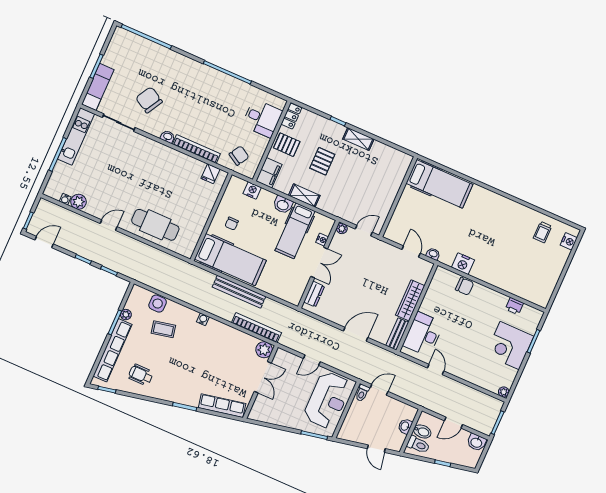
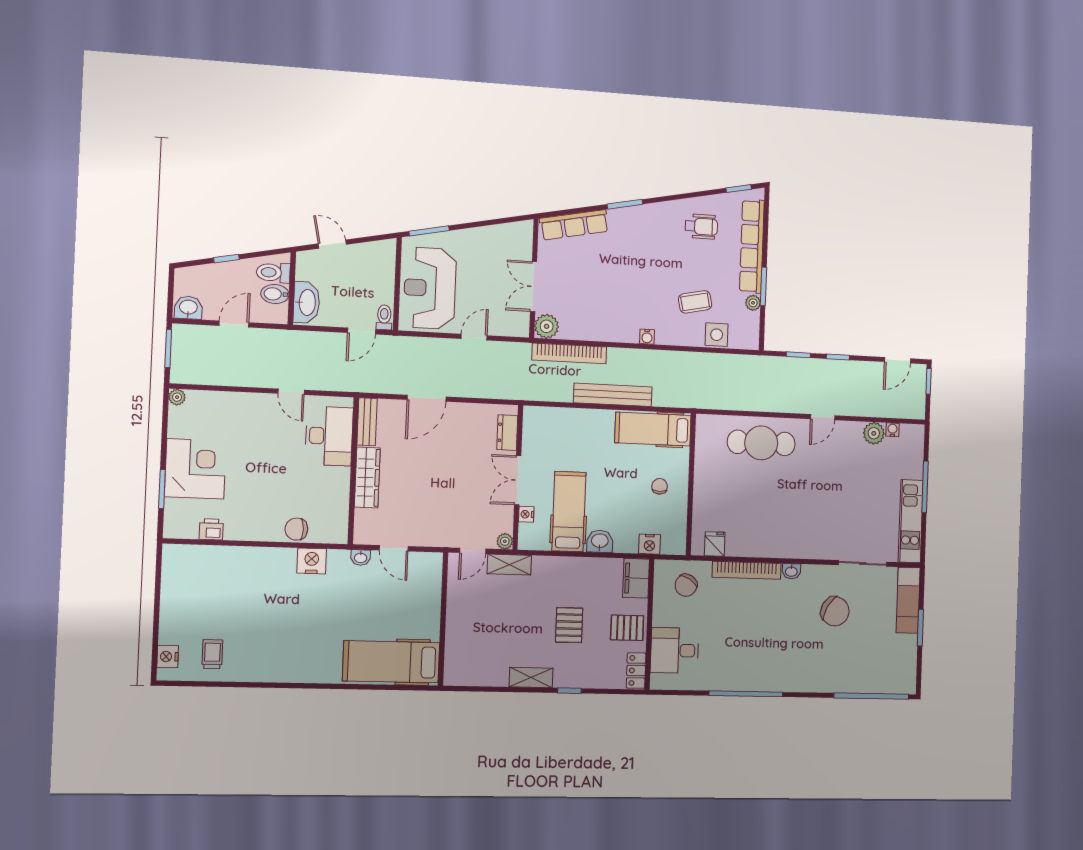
shelving: (304, 195) -> (509, 565), moved
hospital bed: (230, 260) -> (653, 429), width x0.73, depth x0.78
washbasin: (405, 426) -> (307, 302), width x1.91, depth x1.45

